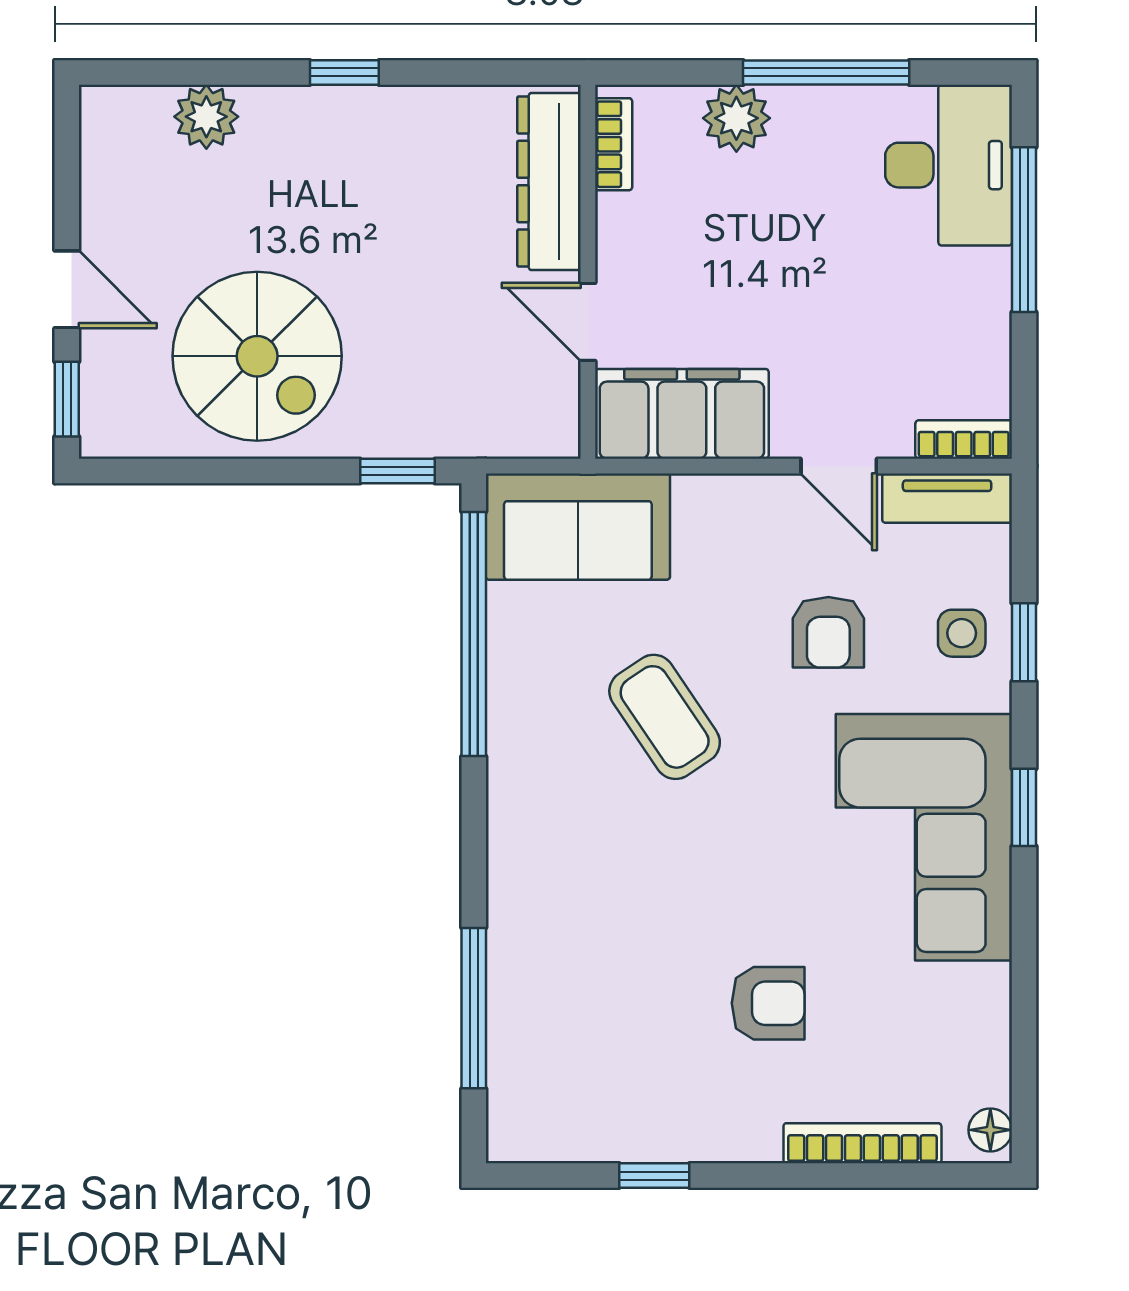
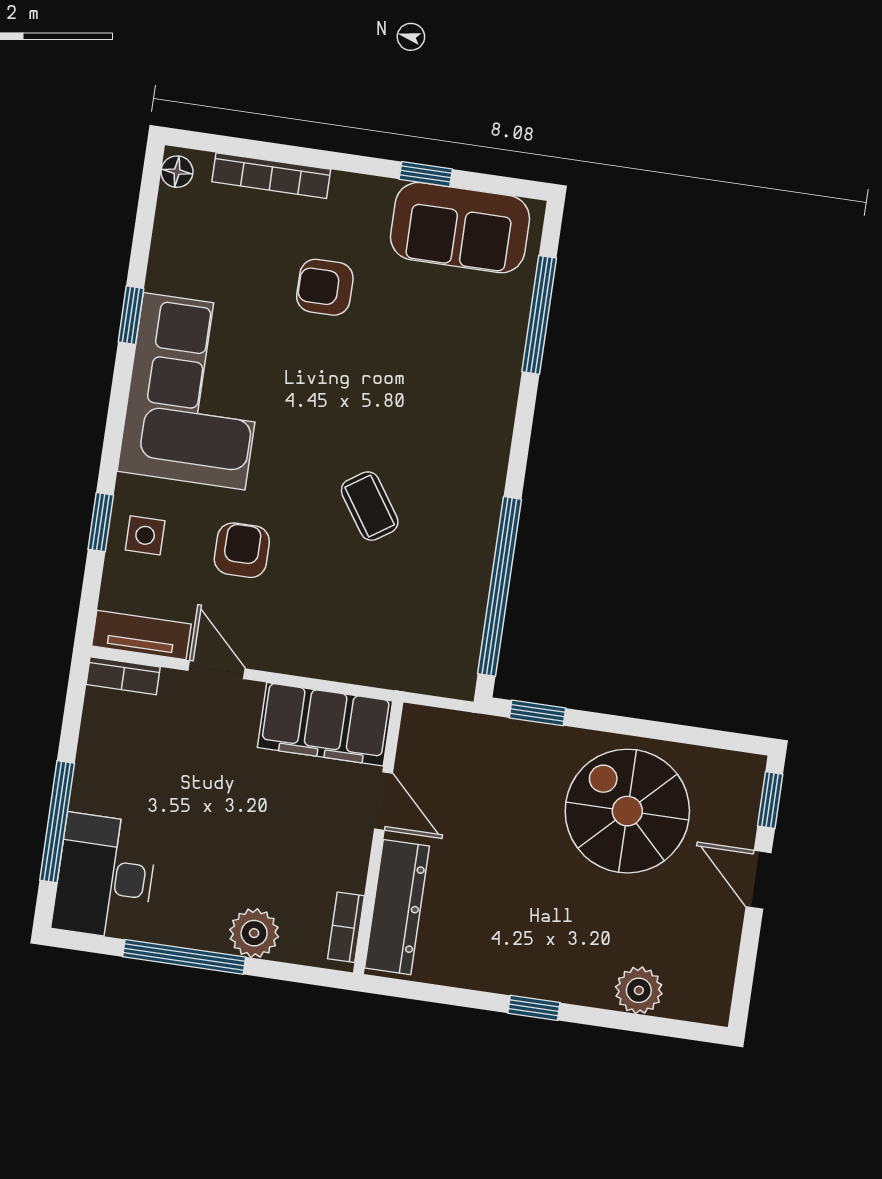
sofa: (578, 527) -> (460, 228), moved, turned 180
coffee table: (665, 717) -> (370, 506), width x0.73, depth x0.77
window: (1024, 807) -> (131, 315), moved

